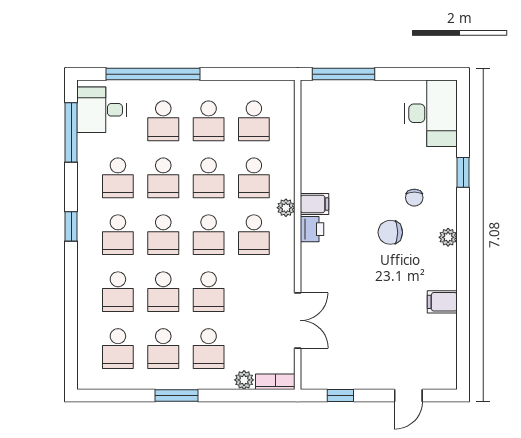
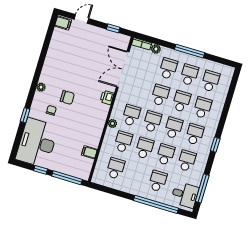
window: (400, 74) -> (41, 170), added
desk: (431, 113) -> (37, 143), width x1.36, depth x1.30
school desk: (209, 121) -> (136, 175), removed
filing cabinet: (315, 204) -> (89, 152), moved
printer: (312, 229) -> (107, 97), moved
filing cabinet: (442, 302) -> (63, 23), moved
double door: (298, 320) -> (123, 69), width x1.37
window: (176, 395) -> (190, 51), width x1.44

